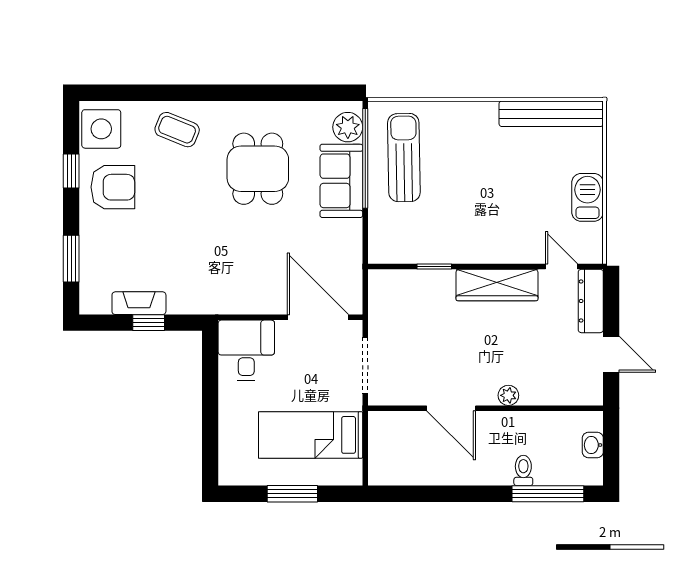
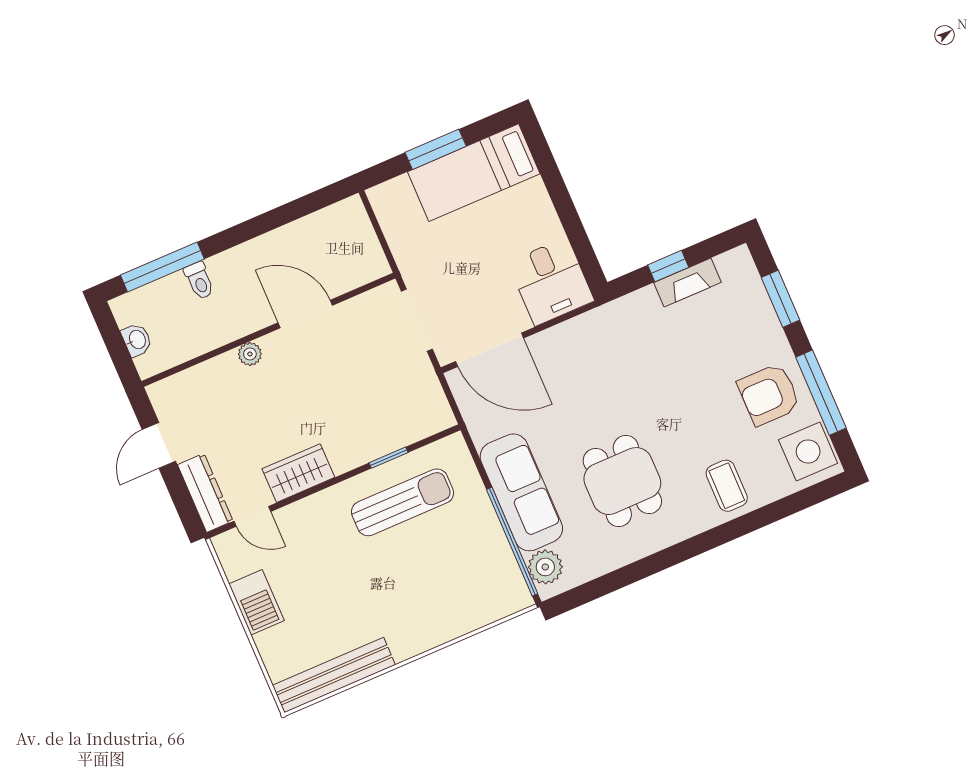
coffee table: (177, 130) -> (727, 486), turned 68
sun lounger: (404, 158) -> (402, 502), moved, turned -89
window: (71, 171) -> (821, 393), width x2.17
sofa: (341, 181) -> (521, 492), width x1.36
wardrobe: (497, 285) -> (298, 473), width x0.67
door: (611, 354) -> (159, 445), hinge flipped
bed: (311, 435) -> (474, 173), moved, turned 180

